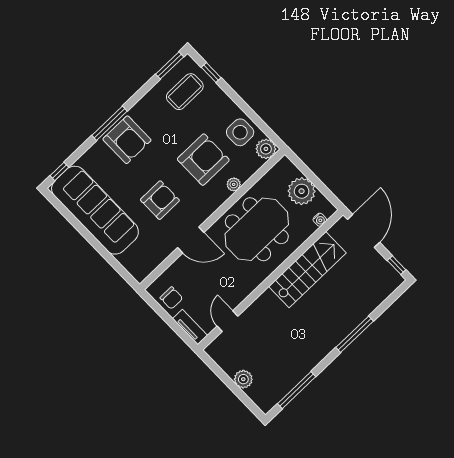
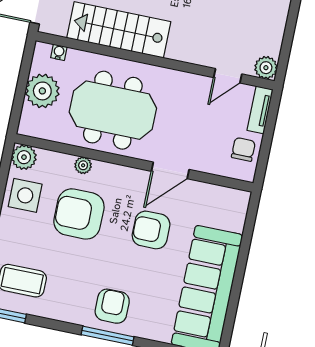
armchair: (127, 140) -> (112, 306), width x0.73, depth x0.73
door: (191, 240) -> (170, 170), swing flipped
plant: (243, 379) -> (266, 68), moved

